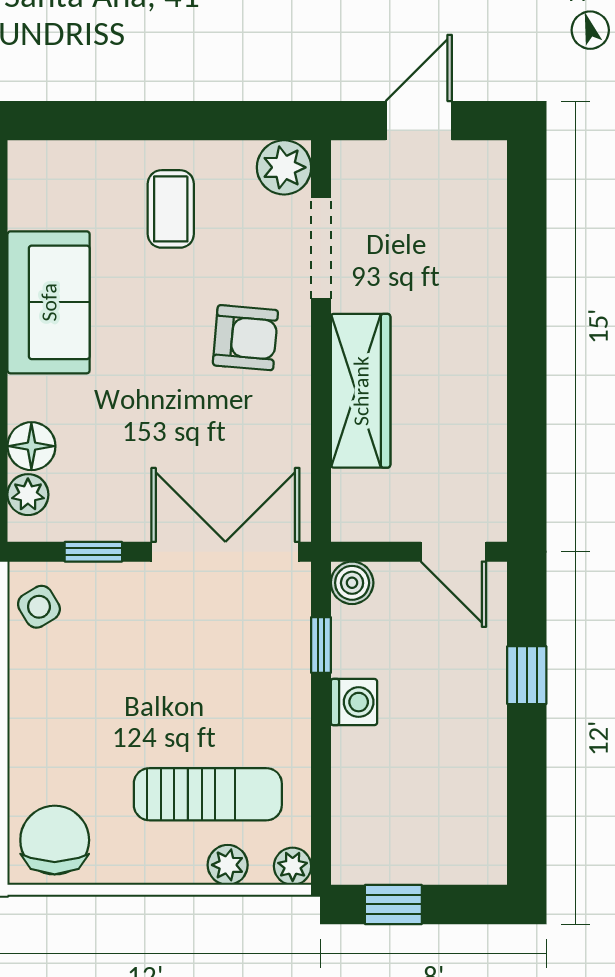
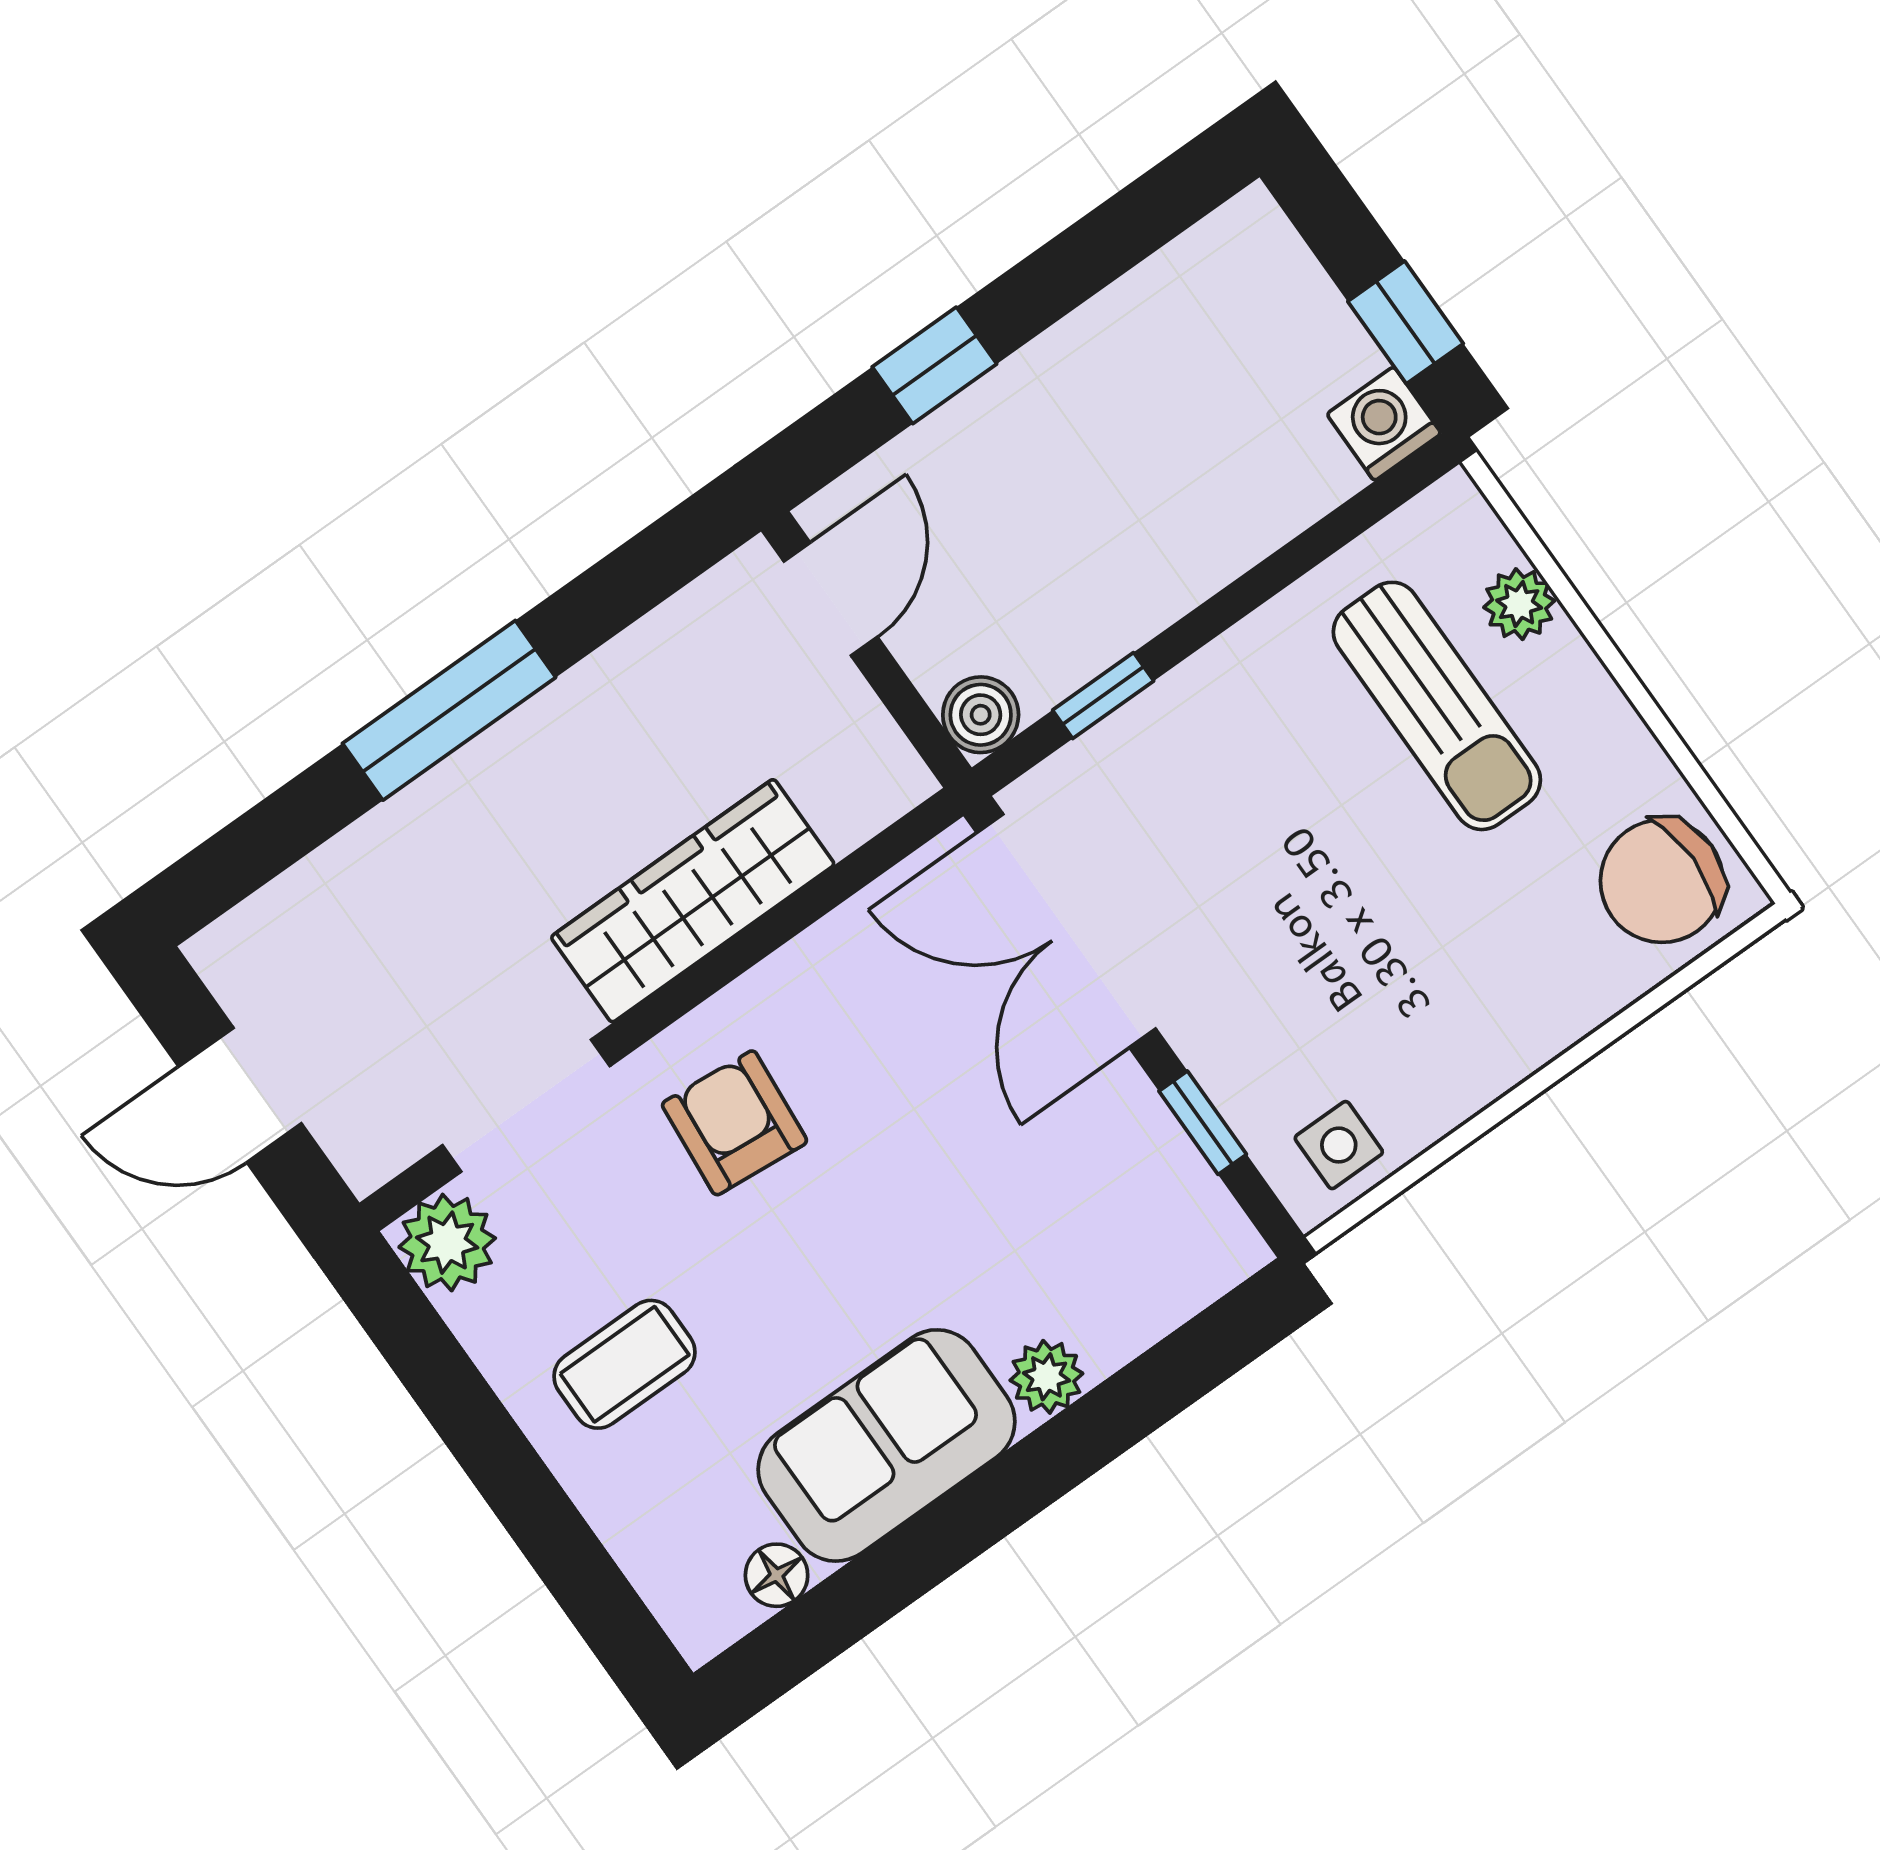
window: (527, 341) -> (449, 710), added
floor lamp: (31, 446) -> (777, 1575), moved, width x0.73, depth x0.73
plant: (28, 495) -> (1046, 1377), moved
side table: (39, 607) -> (1339, 1145), turned 31
washing machine: (354, 702) -> (1384, 424), moved
sun lounger: (208, 794) -> (1437, 706), turned 180
plant: (293, 866) -> (1454, 508), removed

